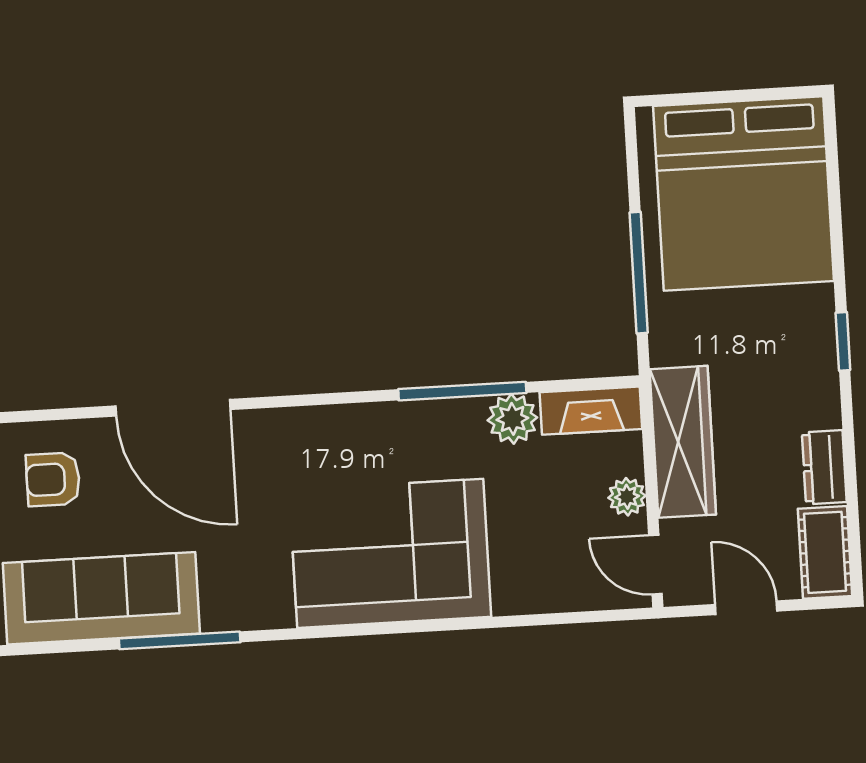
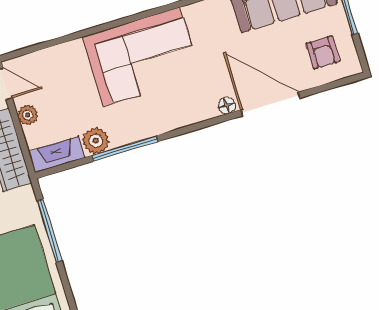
floor lamp: (254, 425) -> (227, 105), added
armchair: (53, 479) -> (323, 52), turned 90

